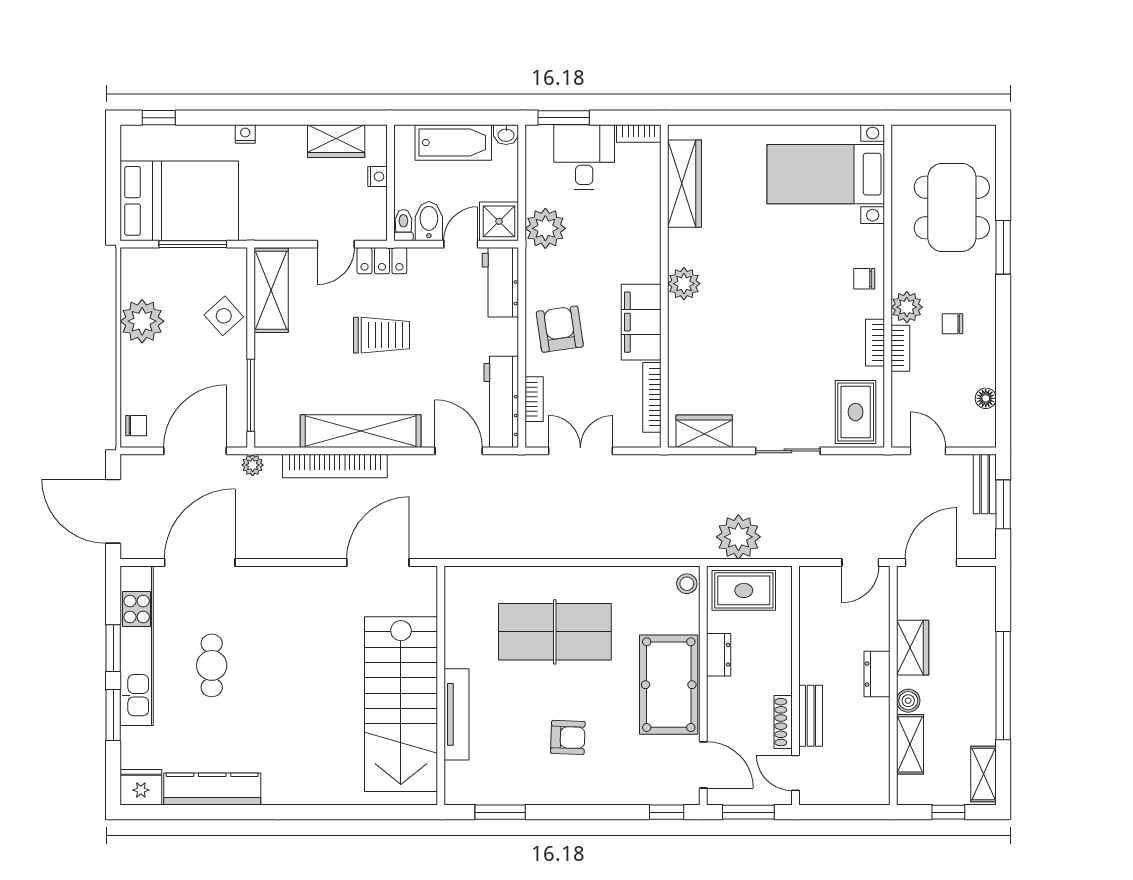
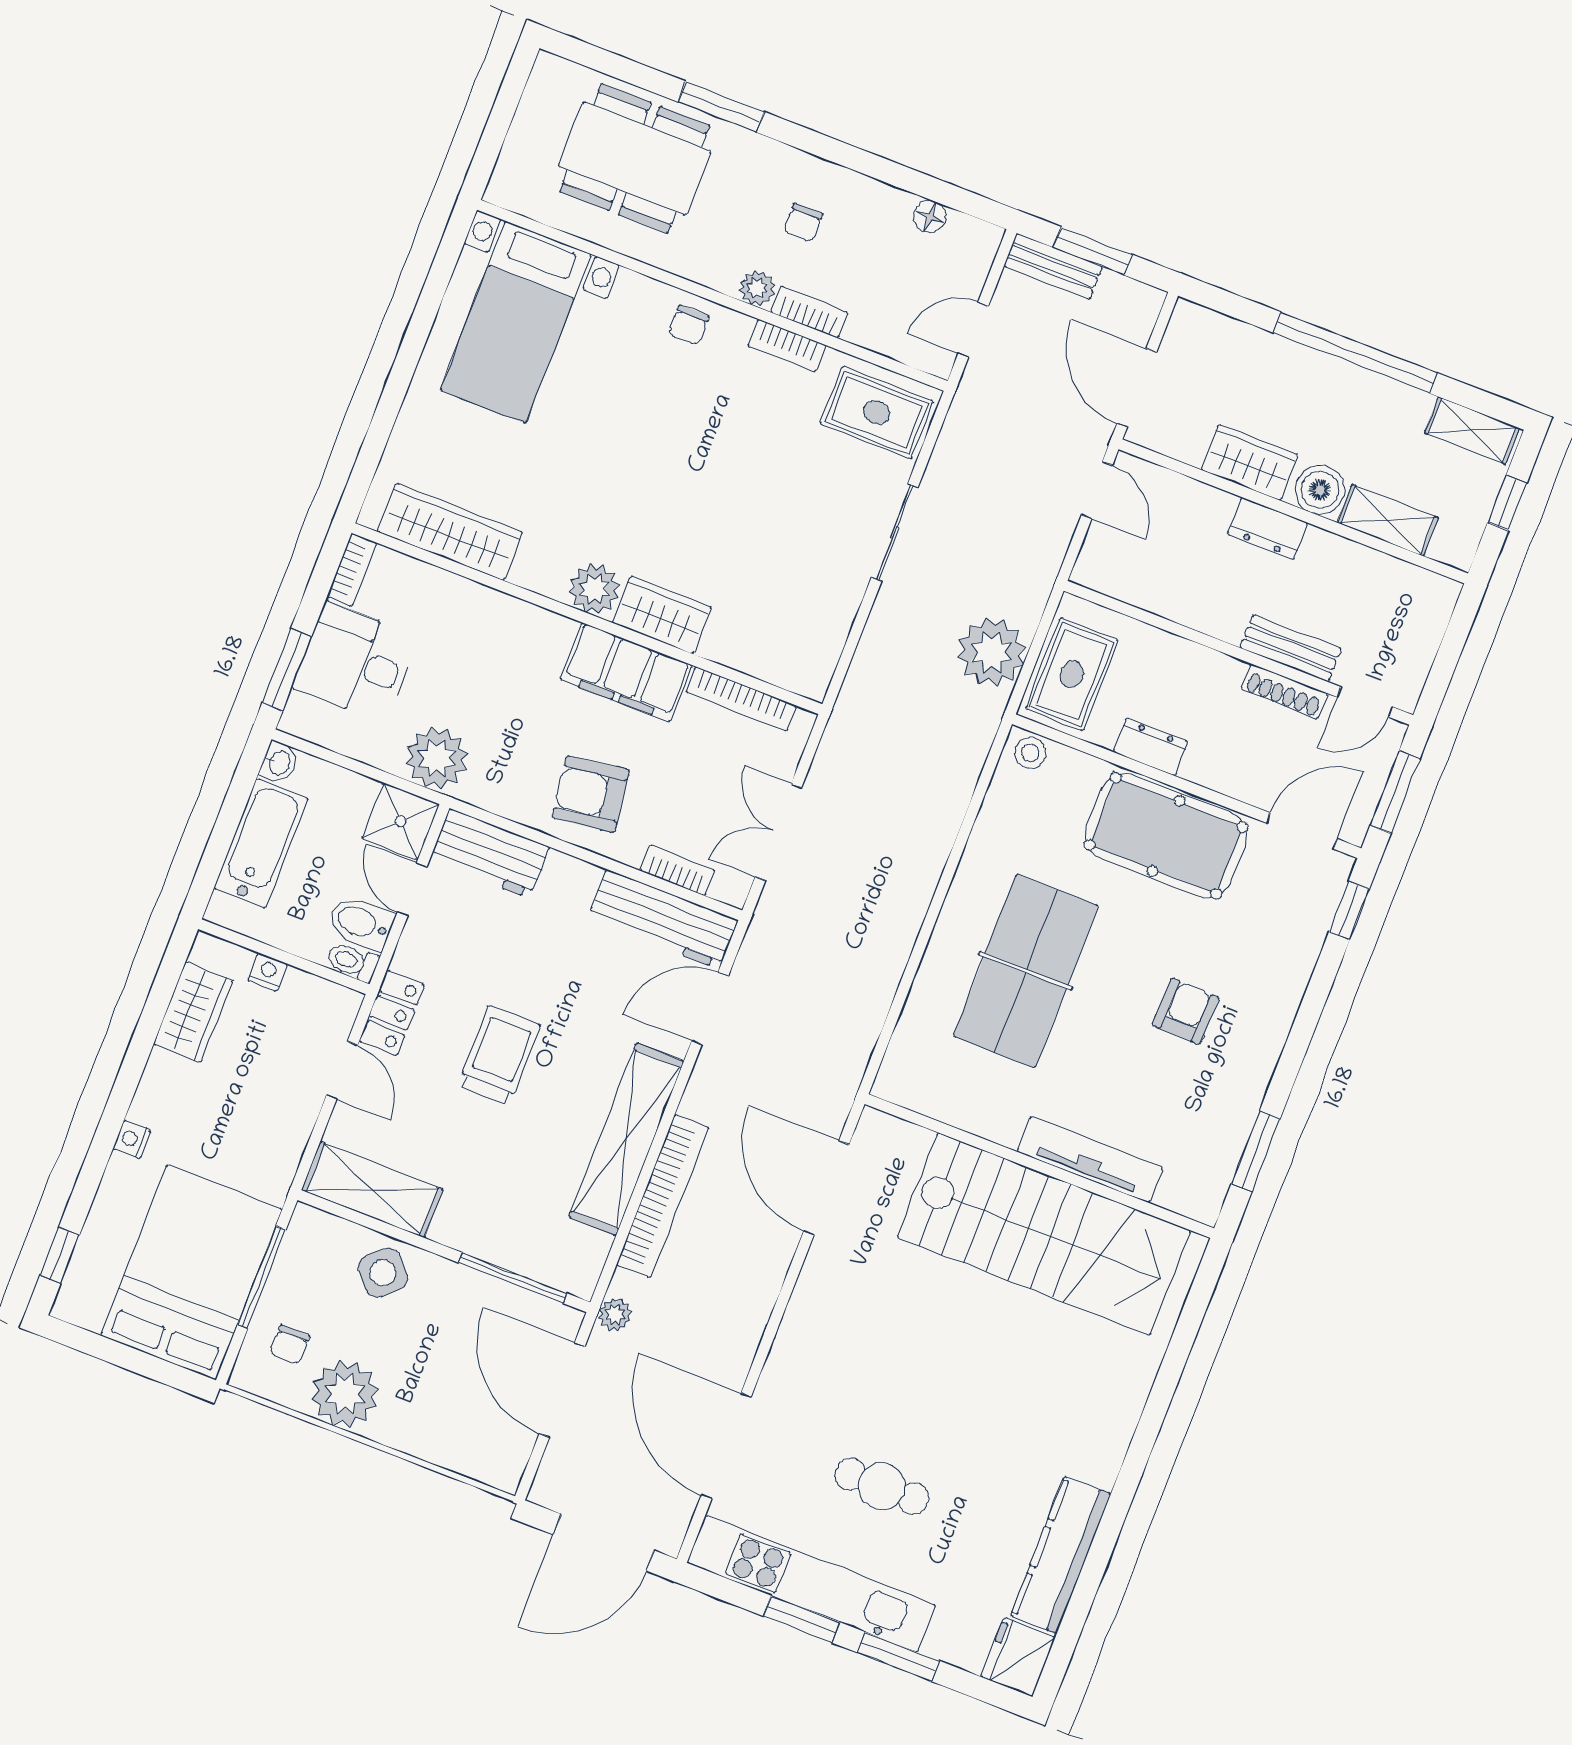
plant: (907, 307) -> (757, 288), width x0.73, depth x0.73
chair: (136, 426) -> (290, 1345), moved, turned 180
wardrobe: (704, 431) -> (662, 615), moved, turned 90
boiler: (908, 701) -> (1320, 490), width x1.36, depth x1.36

